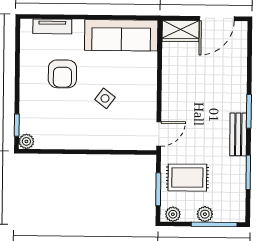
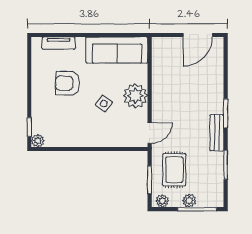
wardrobe: (181, 31) -> (167, 46), removed
armchair: (62, 74) -> (68, 83), turned 90
plant: (143, 90) -> (135, 96), added
rug: (187, 178) -> (174, 170), turned 90

